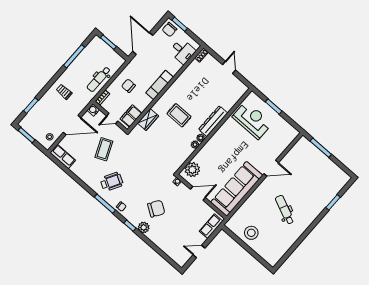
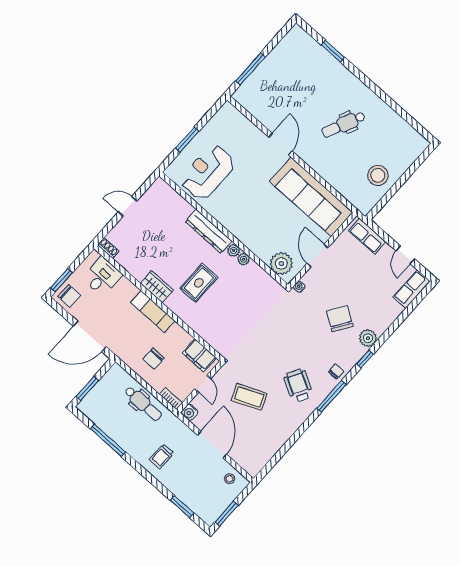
wardrobe: (148, 119) -> (157, 287), moved
row of seats: (63, 156) -> (412, 289), moved

